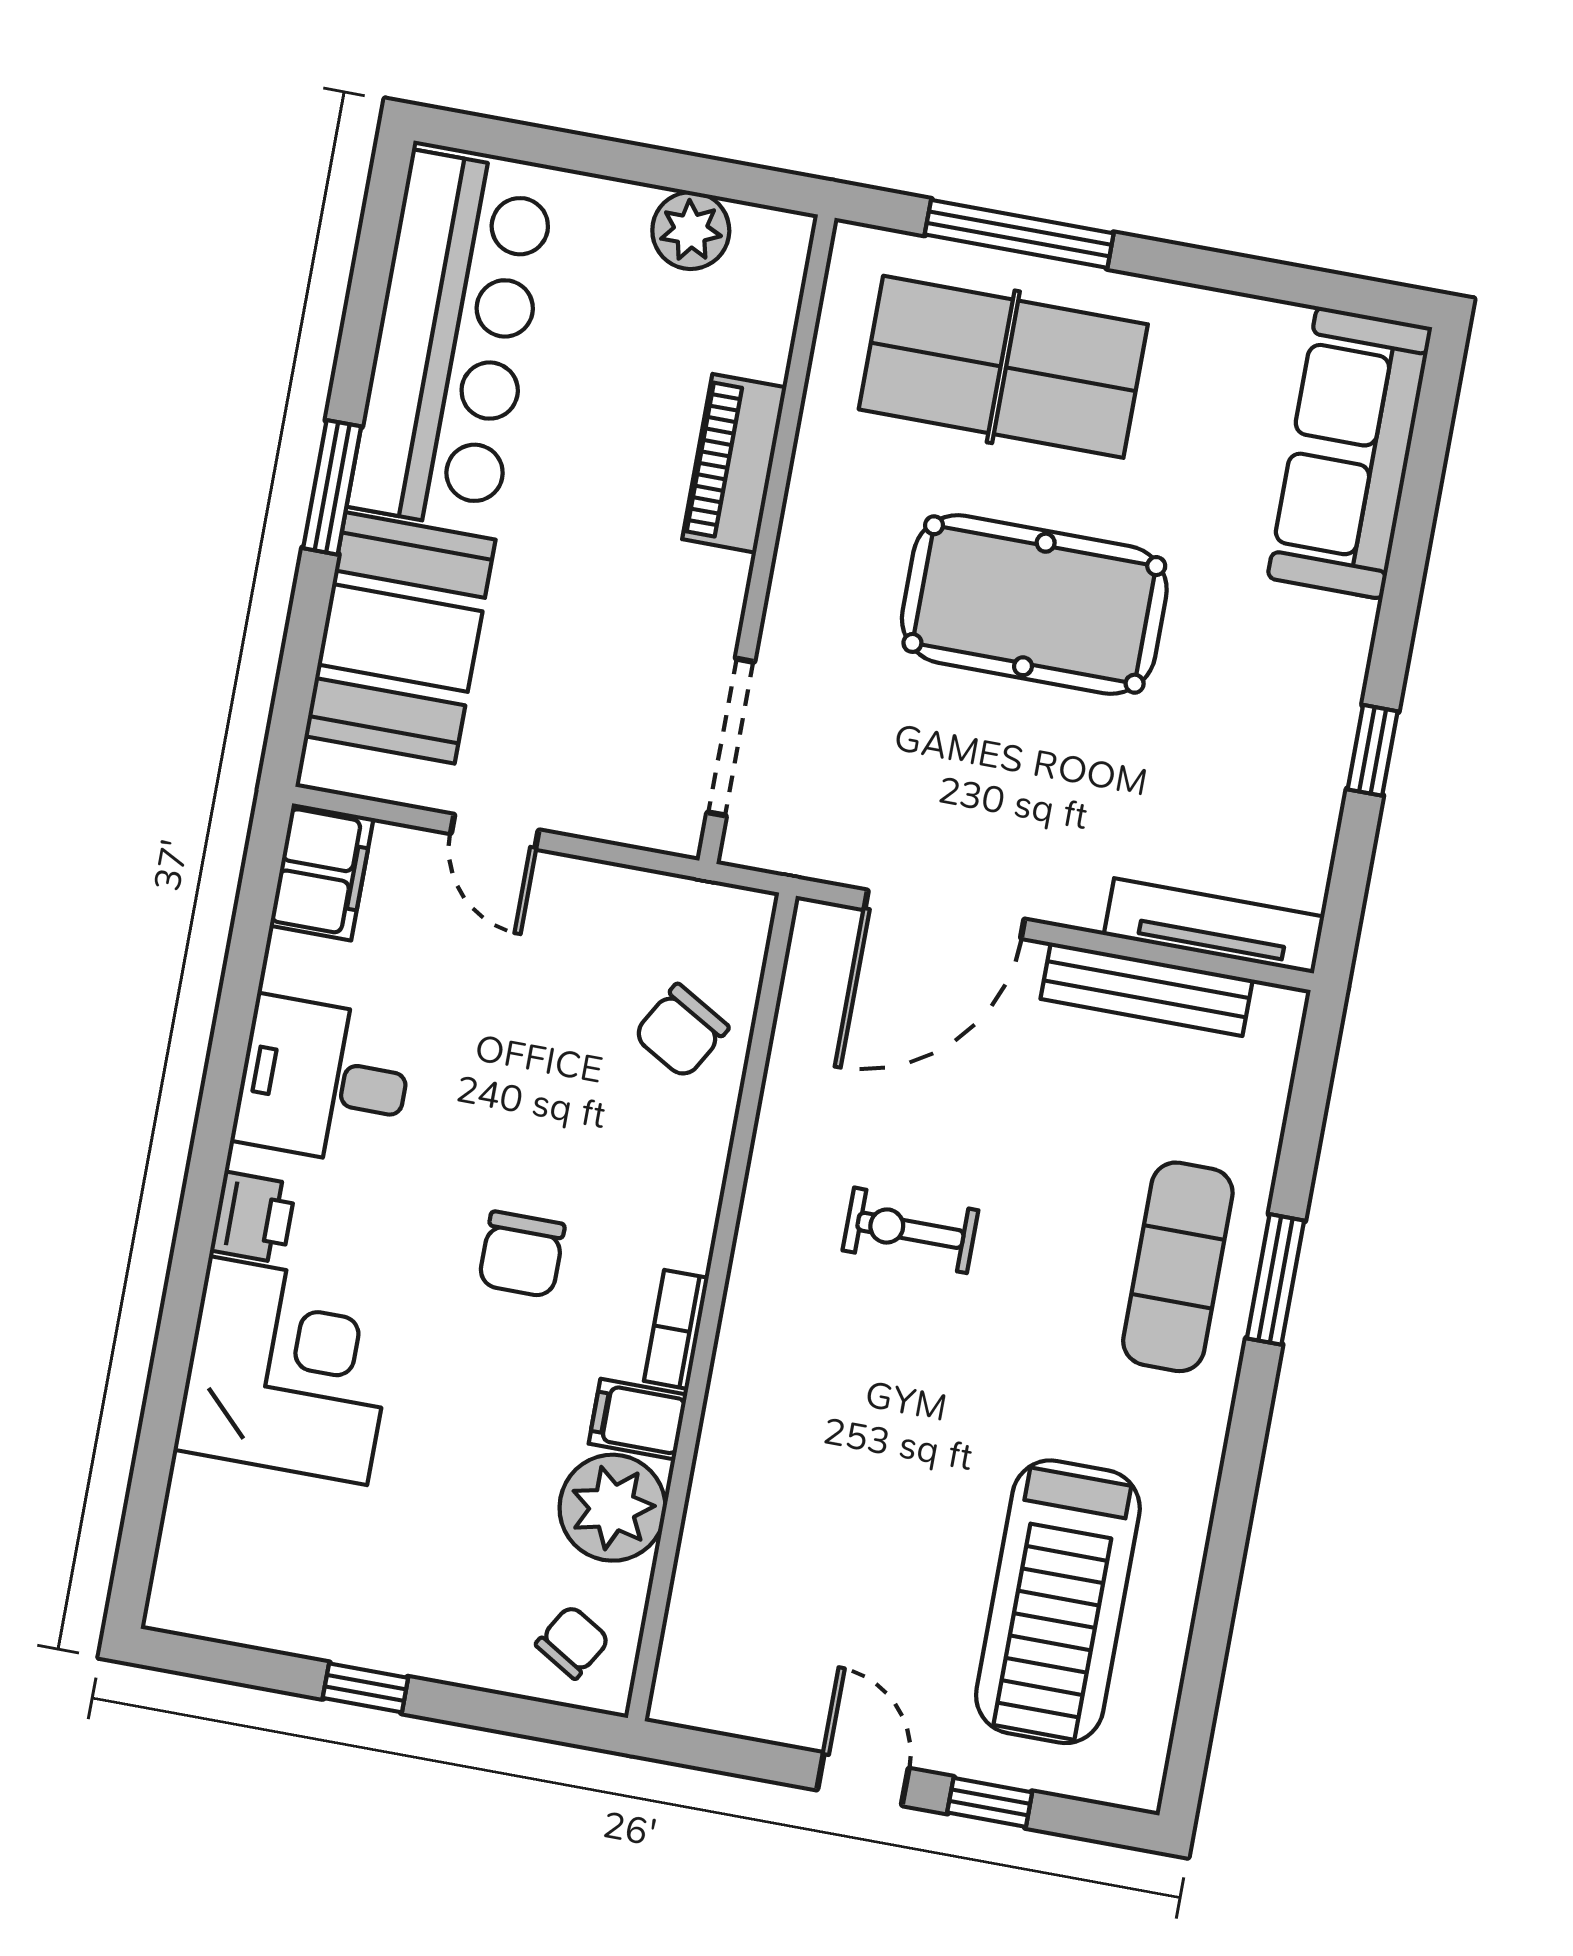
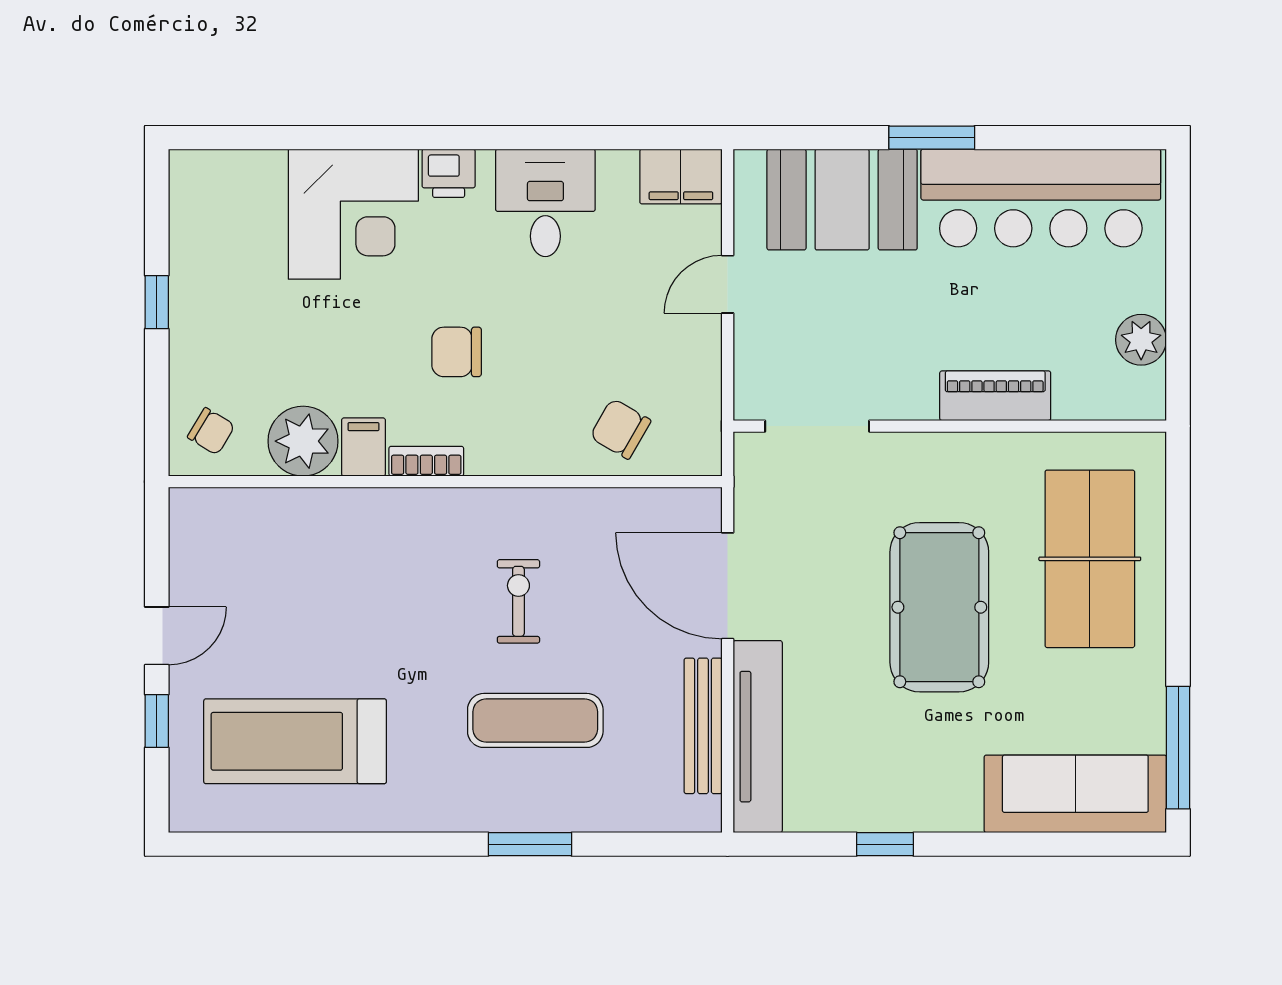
window: (1019, 234) -> (1178, 748), moved
tv unit: (1214, 926) -> (758, 737), width x1.36, depth x1.29
exercise mat: (1178, 1267) -> (535, 720), moved

